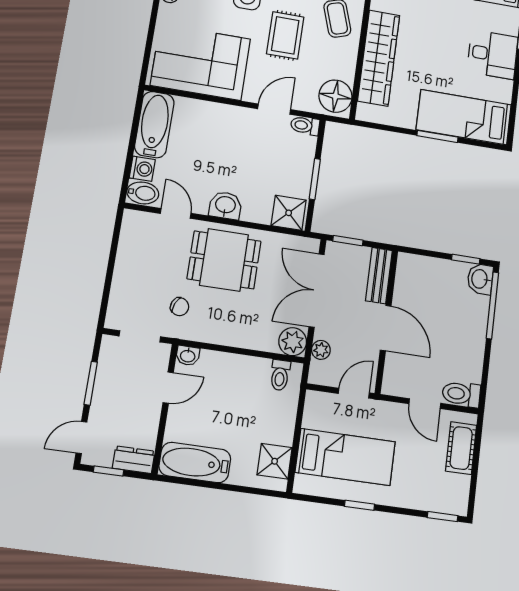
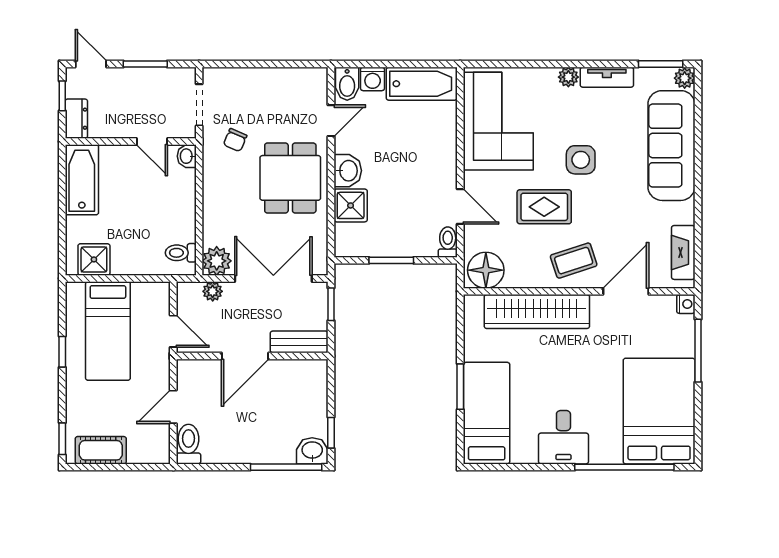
shower: (289, 213) -> (351, 205), moved
cot: (461, 448) -> (101, 450), moved

